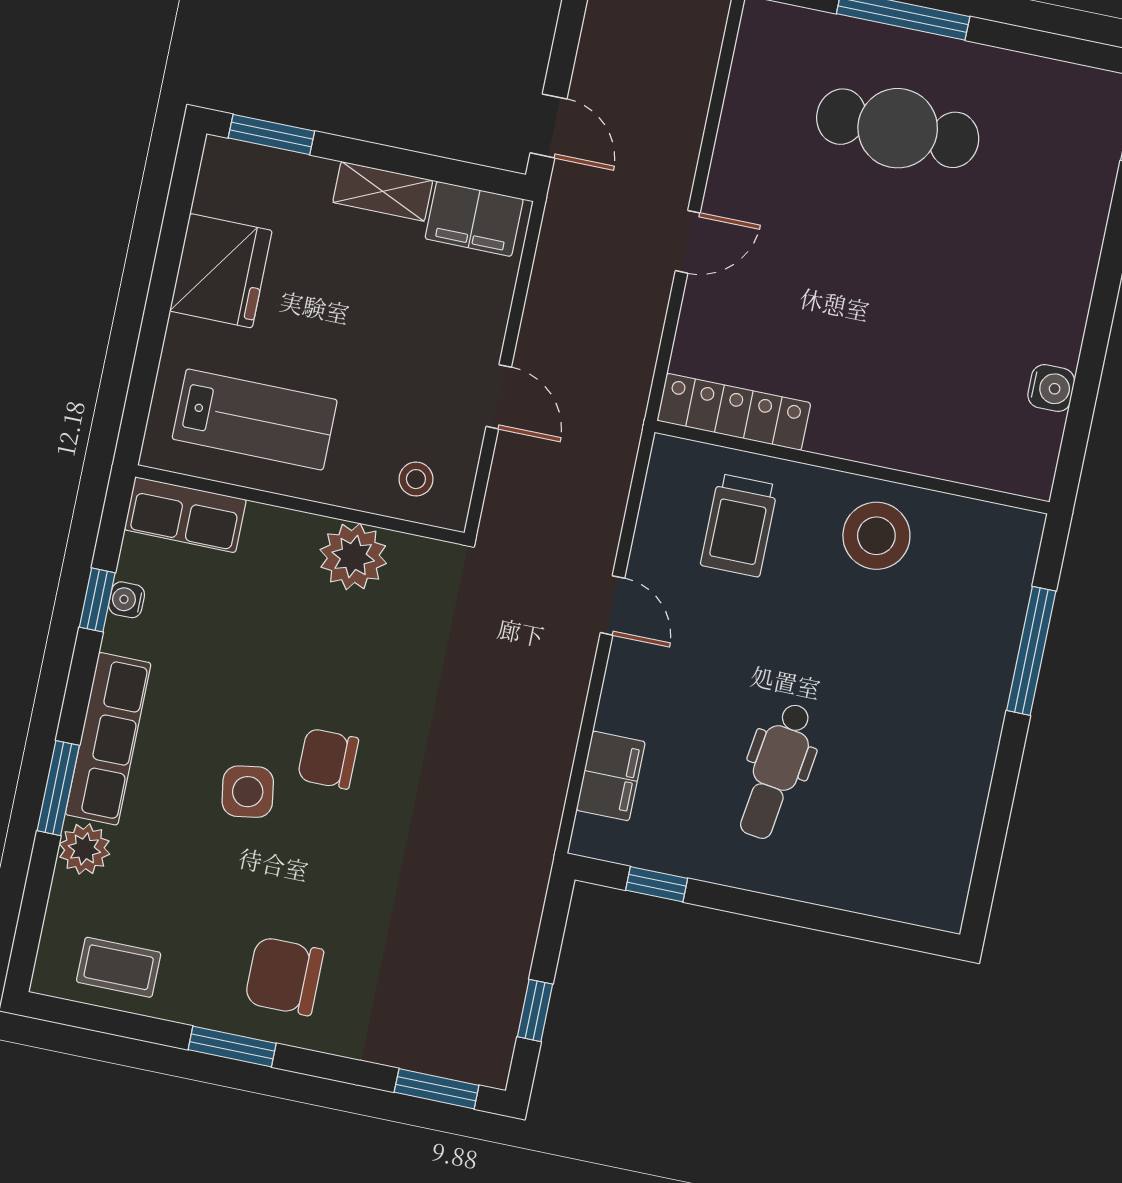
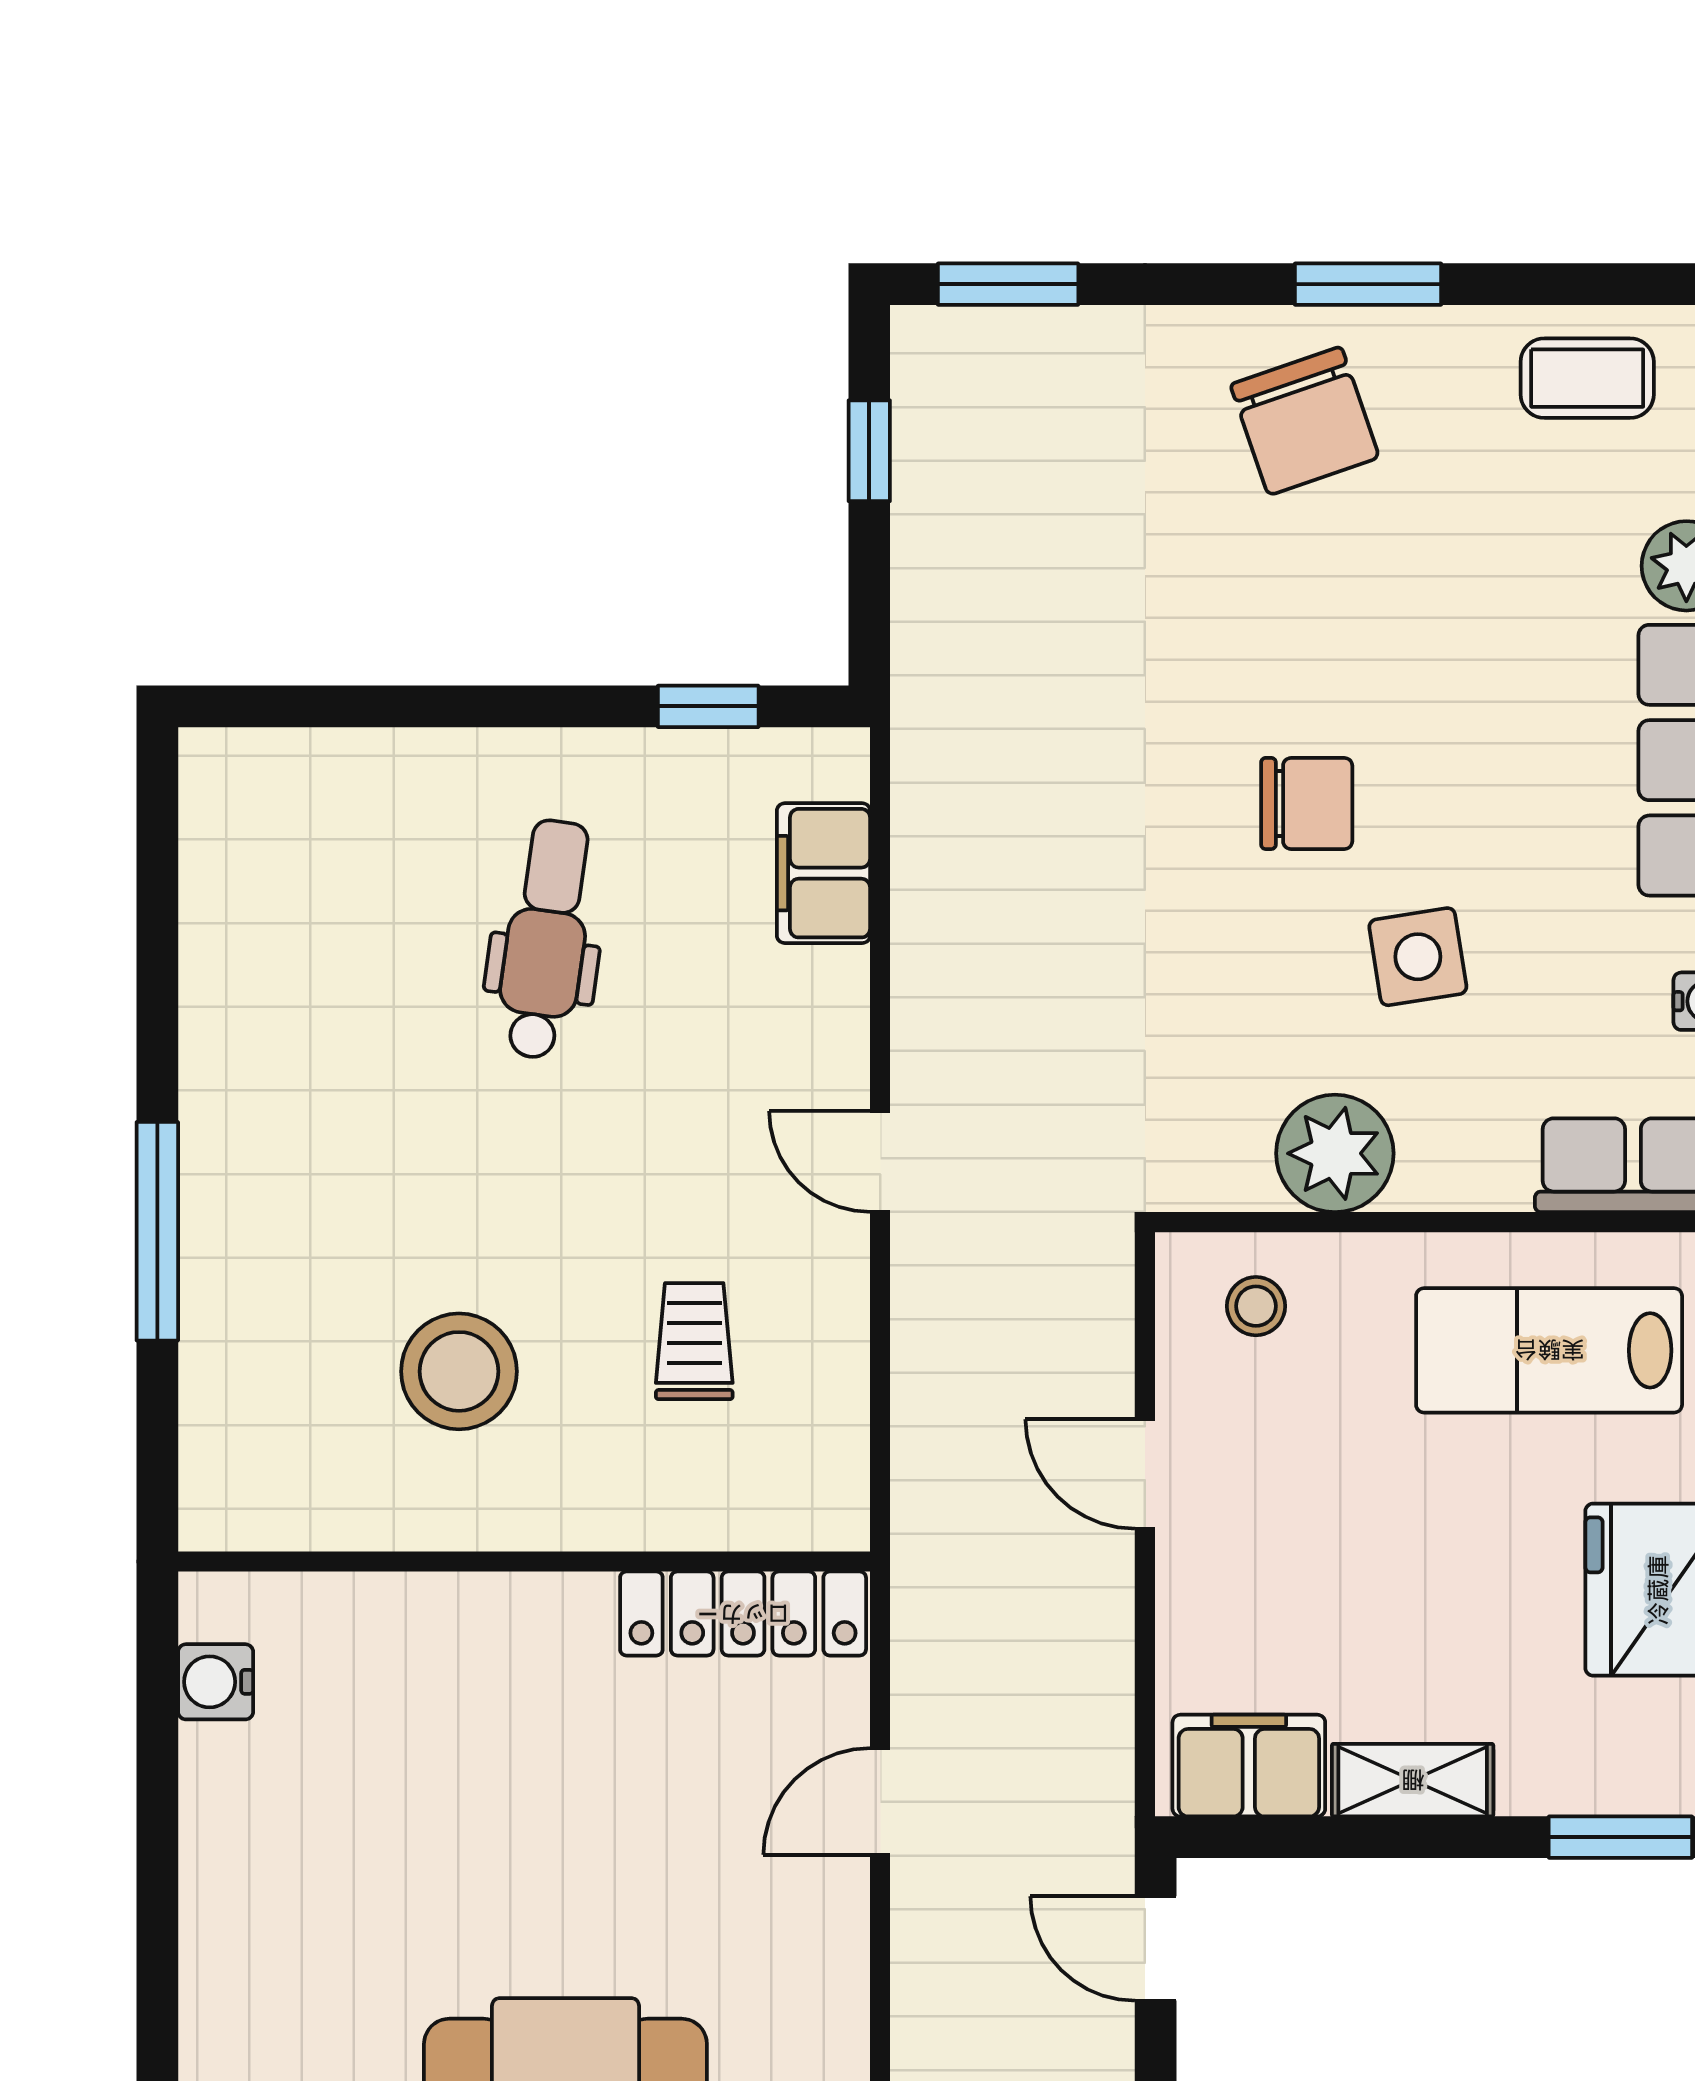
locker: (734, 412) -> (743, 1614), moved
wall: (852, 467) -> (524, 1562), moved
trolley: (739, 525) -> (694, 1341), width x0.73, depth x0.72
side table: (248, 792) -> (1418, 957), moved
chair: (284, 976) -> (1305, 421), turned 71

